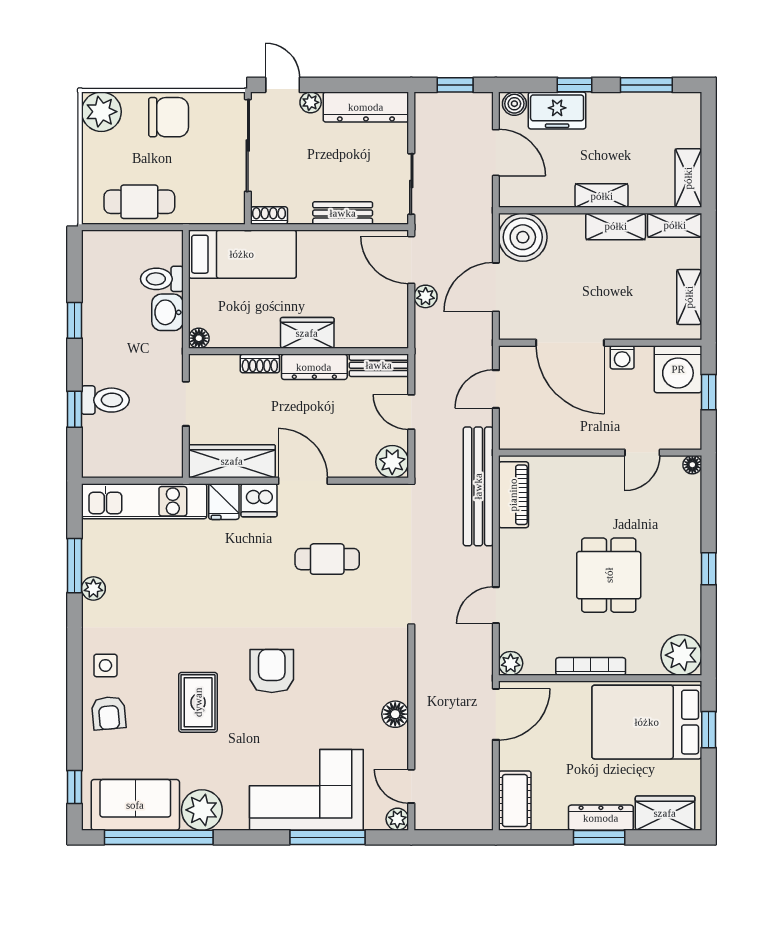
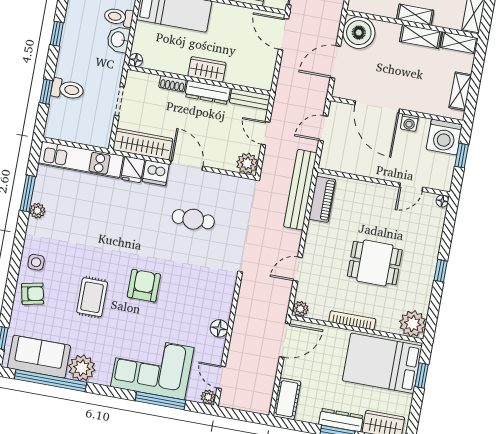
plant: (426, 296) -> (288, 60), removed
dining table: (609, 575) -> (375, 263), turned 90
armchair: (109, 713) -> (33, 294), turned -97

